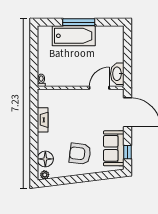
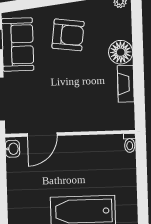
washbasin: (117, 74) -> (13, 149), width x0.52, depth x0.69
floor lamp: (45, 159) -> (121, 52), moved

